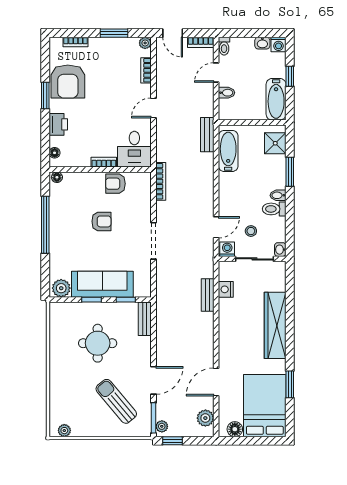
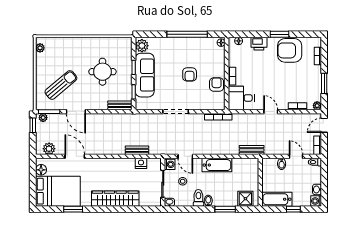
bathtub: (228, 151) -> (217, 165), moved

